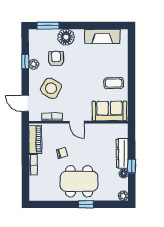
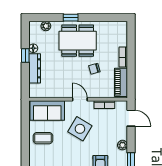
plant: (34, 64) -> (123, 145), moved
side table: (51, 88) -> (80, 129), moved
plant: (123, 196) -> (46, 26), moved

